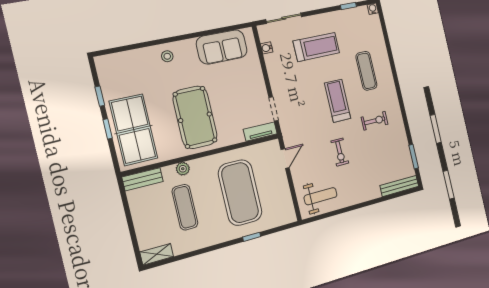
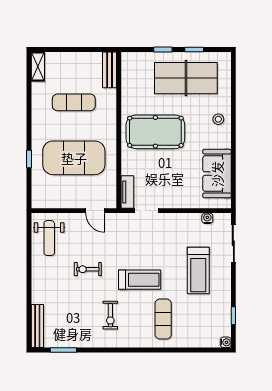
exercise mat: (366, 71) -> (163, 319), turned 90
table tennis table: (134, 130) -> (186, 78), moved
plant: (183, 169) -> (110, 109), removed

